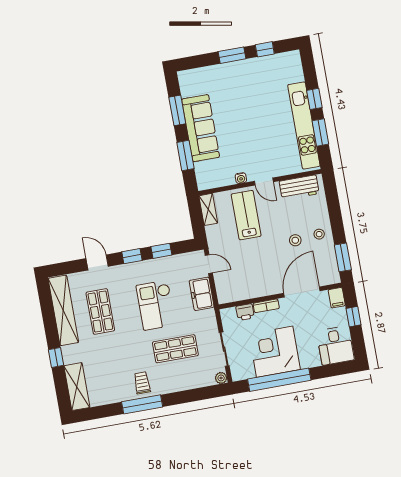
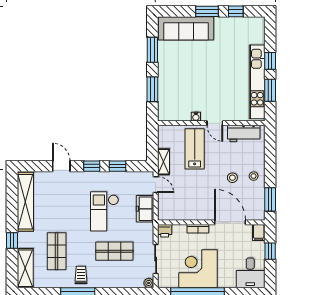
sofa: (201, 128) -> (186, 28), moved, turned 90
shelving: (208, 209) -> (163, 162), moved
door: (302, 292) -> (230, 222), hinge flipped
shop shelf: (100, 311) -> (57, 251), moved
printer: (245, 312) -> (165, 231), moved

